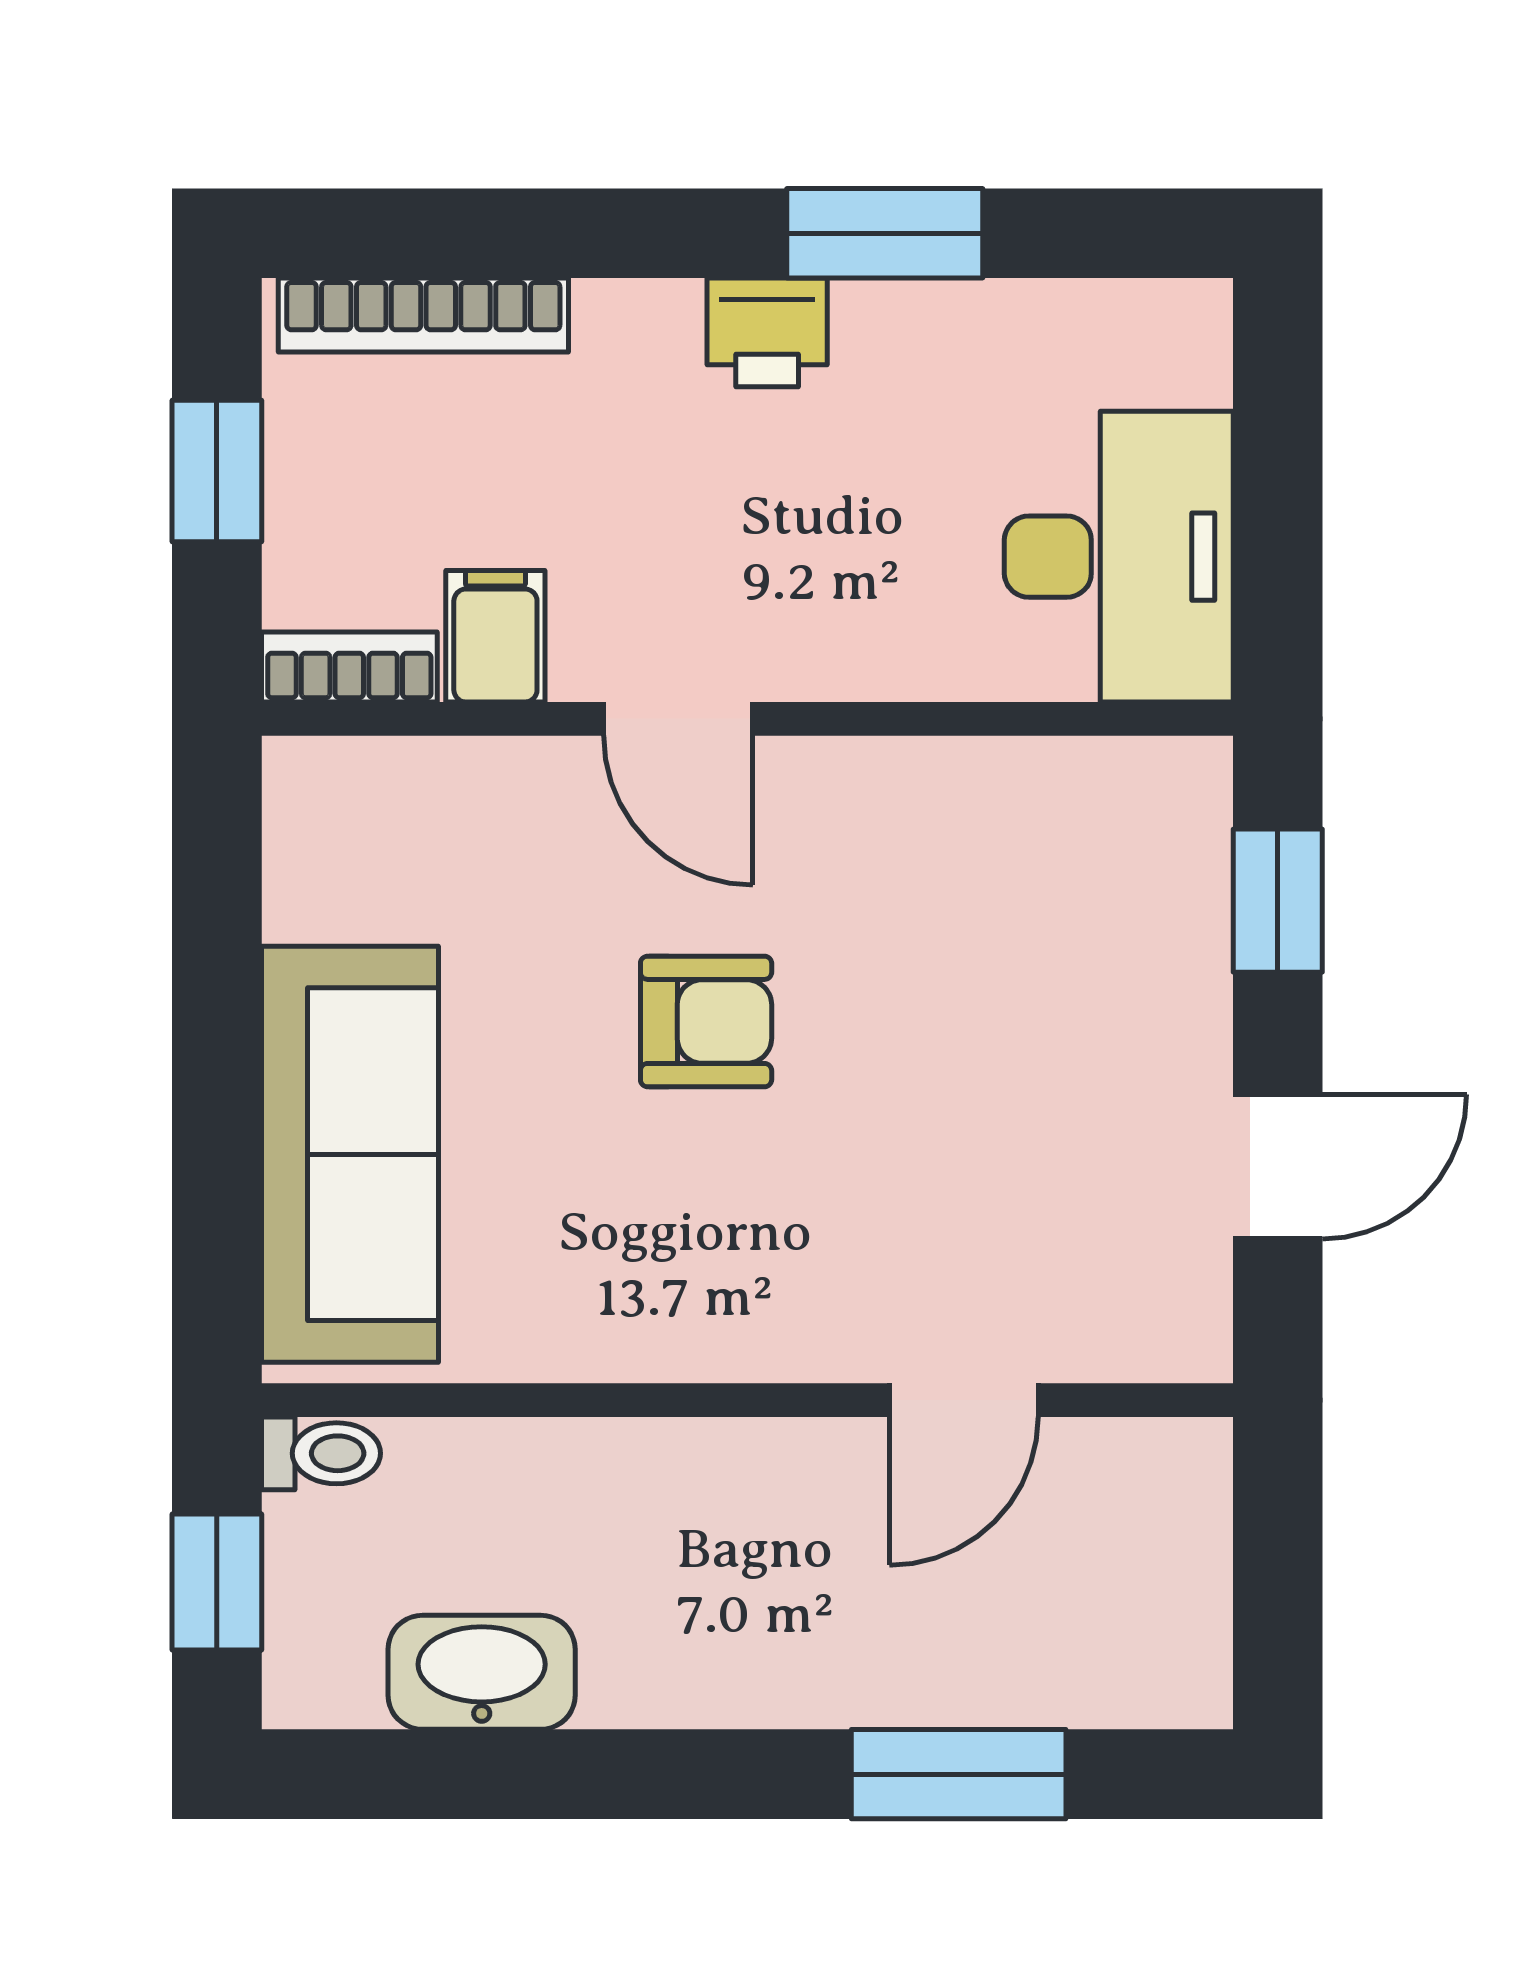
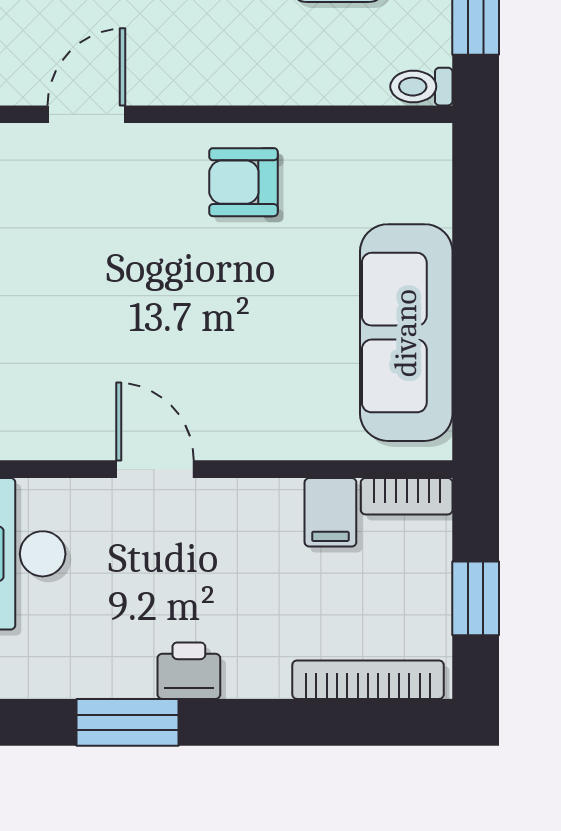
door: (678, 719) -> (155, 469), moved
armchair: (706, 1021) -> (243, 182), moved
sofa: (350, 1154) -> (406, 333), moved

